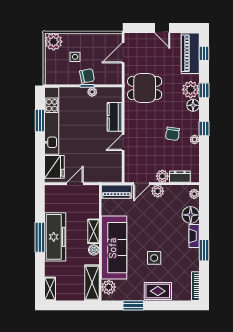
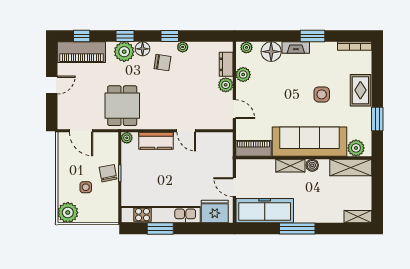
plant: (92, 92) -> (127, 138), moved
chair: (173, 134) -> (162, 63), moved
plant: (158, 191) -> (243, 75), moved
piano: (117, 192) -> (254, 148), moved, turned -90
freezer: (55, 237) -> (265, 211), moved

